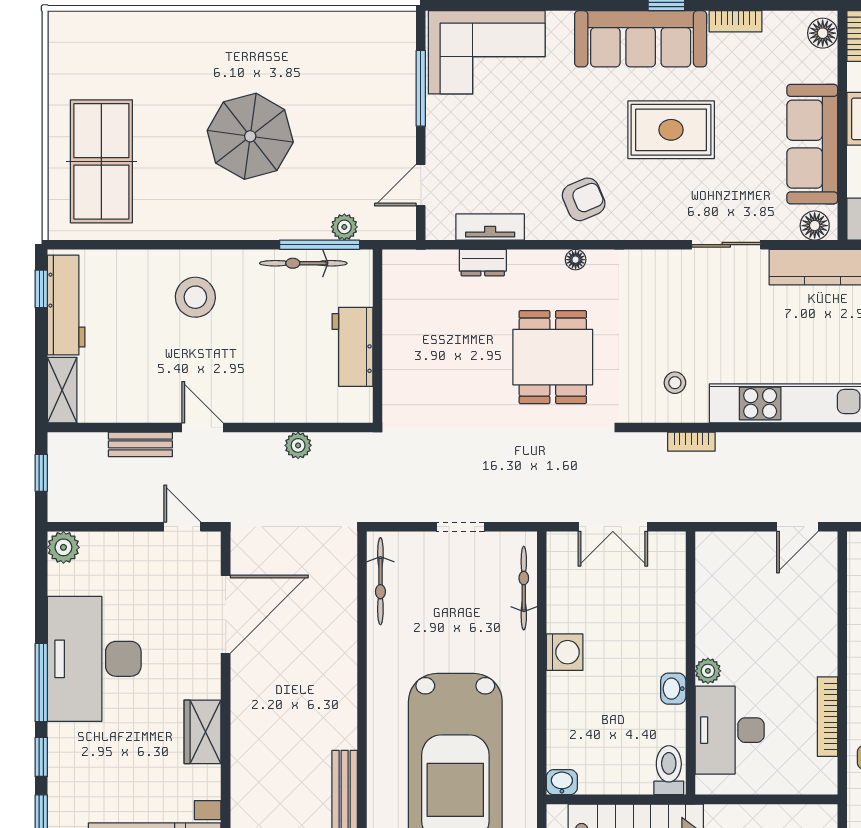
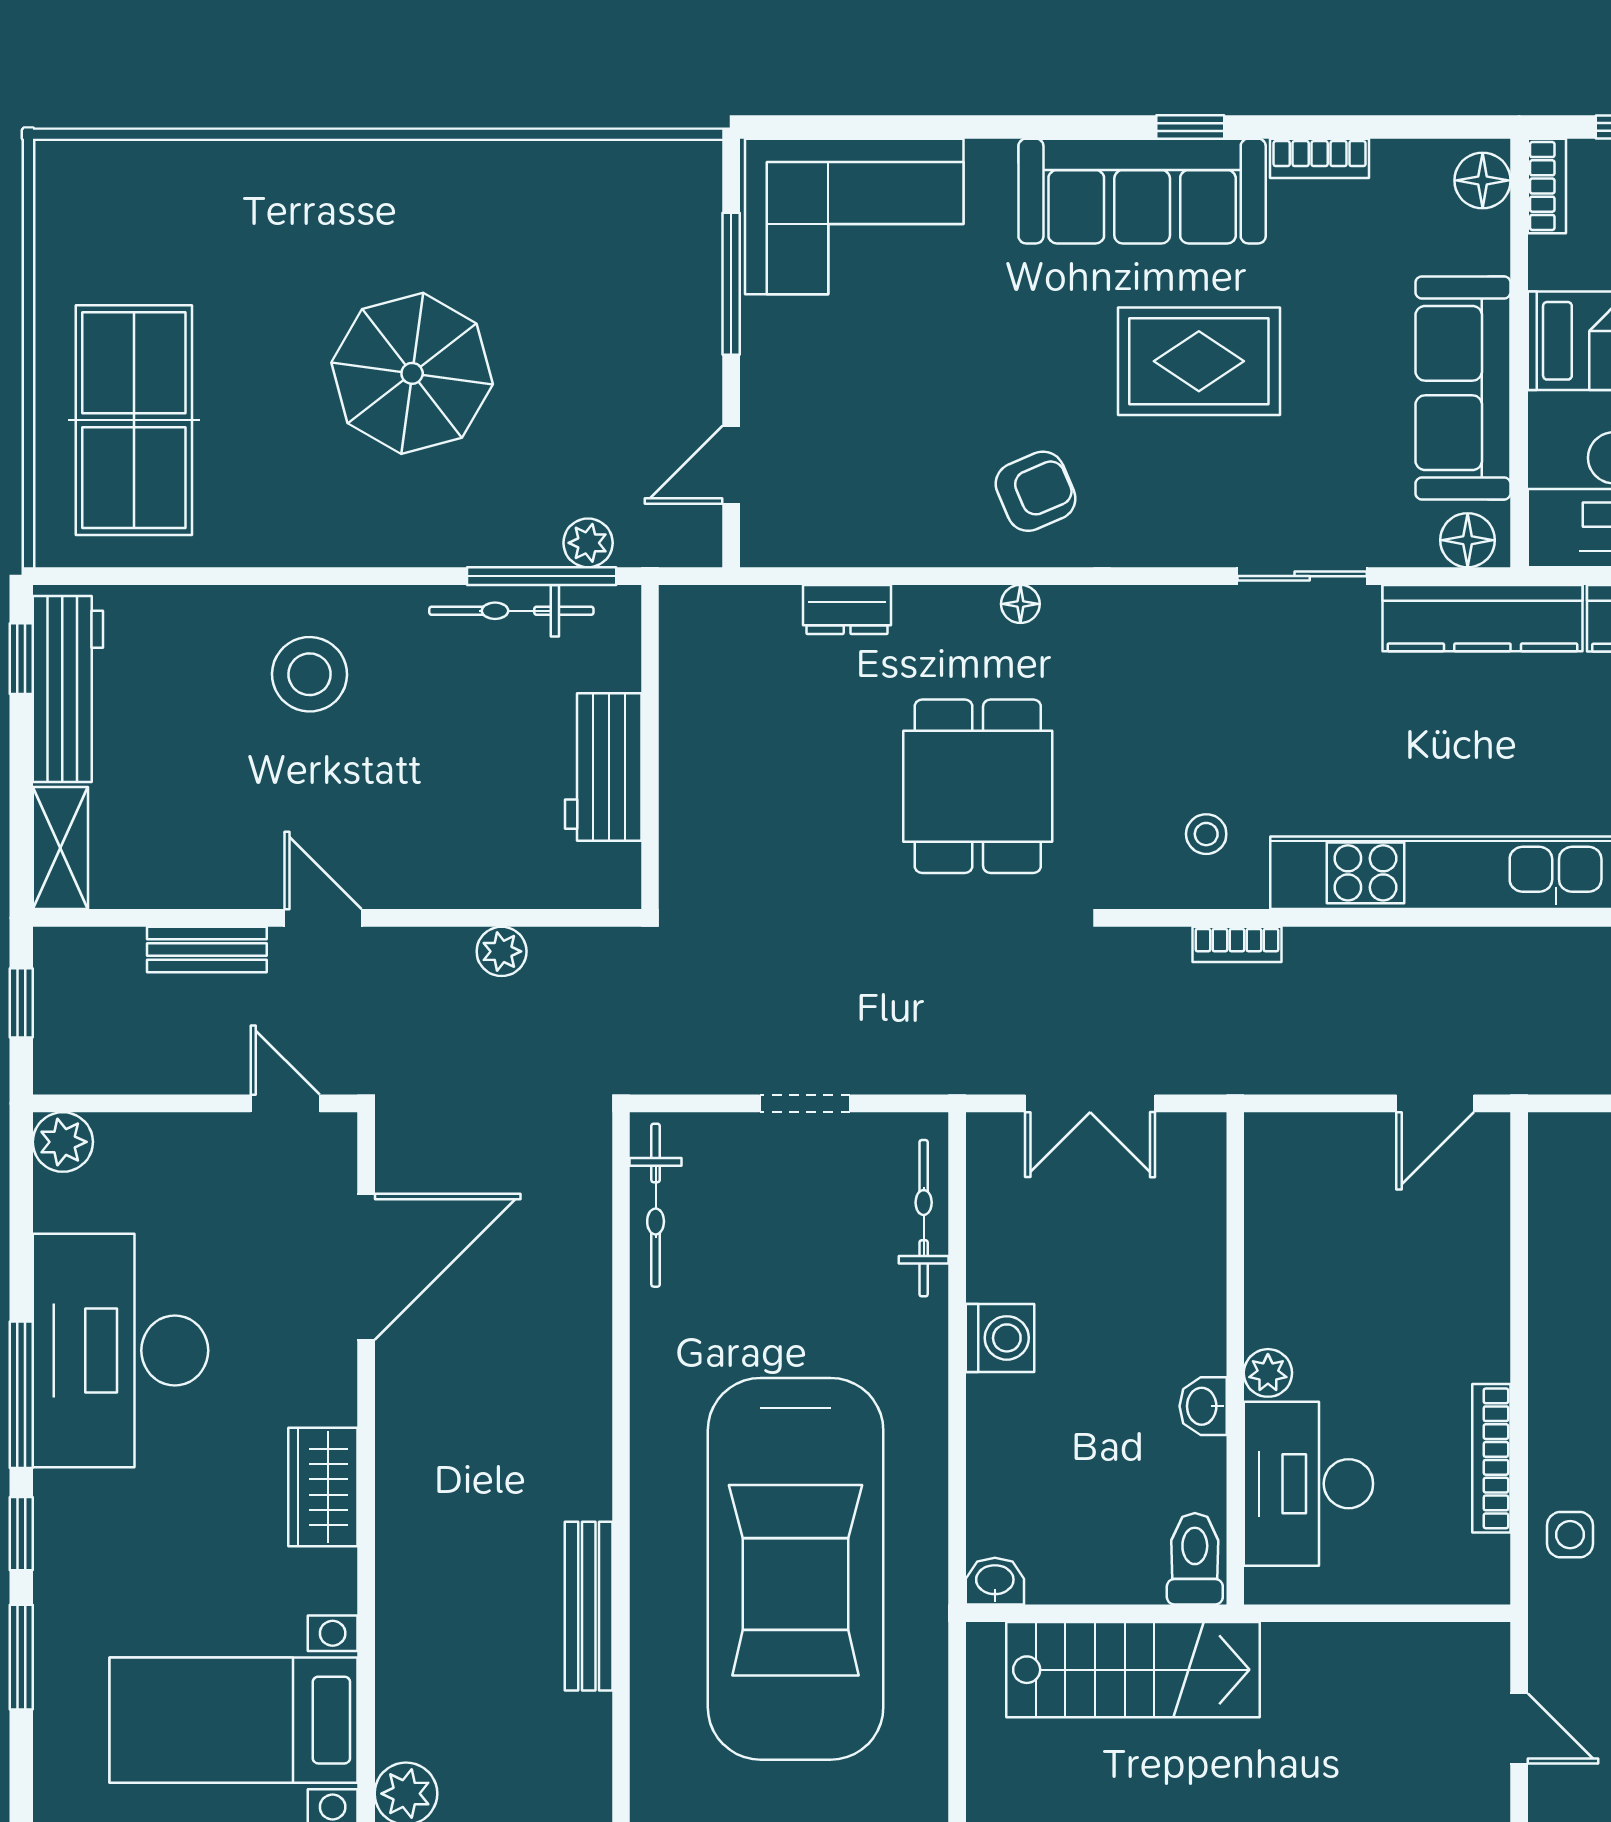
tv unit: (490, 227) -> (861, 543), removed

